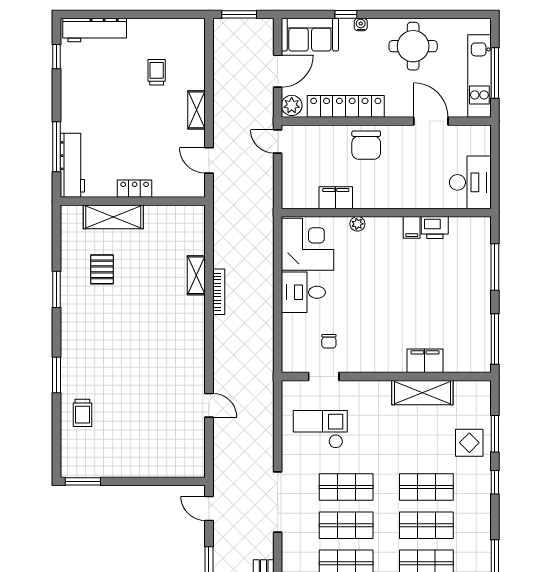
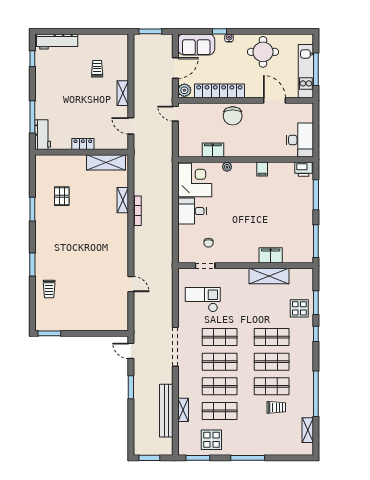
workbench: (72, 165) -> (43, 135), width x0.73
shelving: (113, 217) -> (106, 162), moved
printer: (435, 227) -> (304, 169), moved

